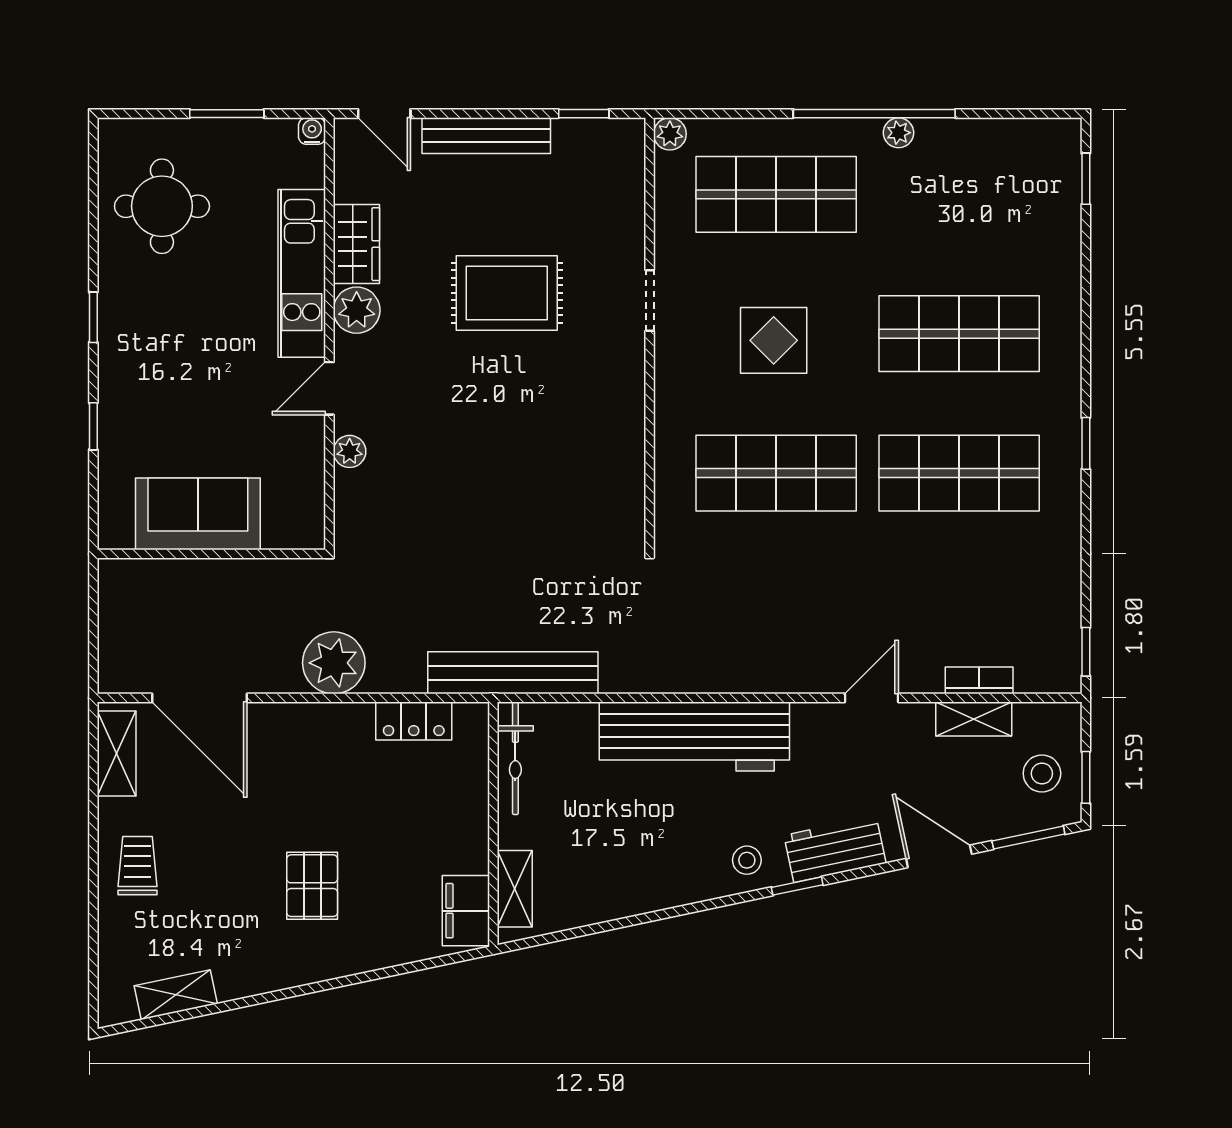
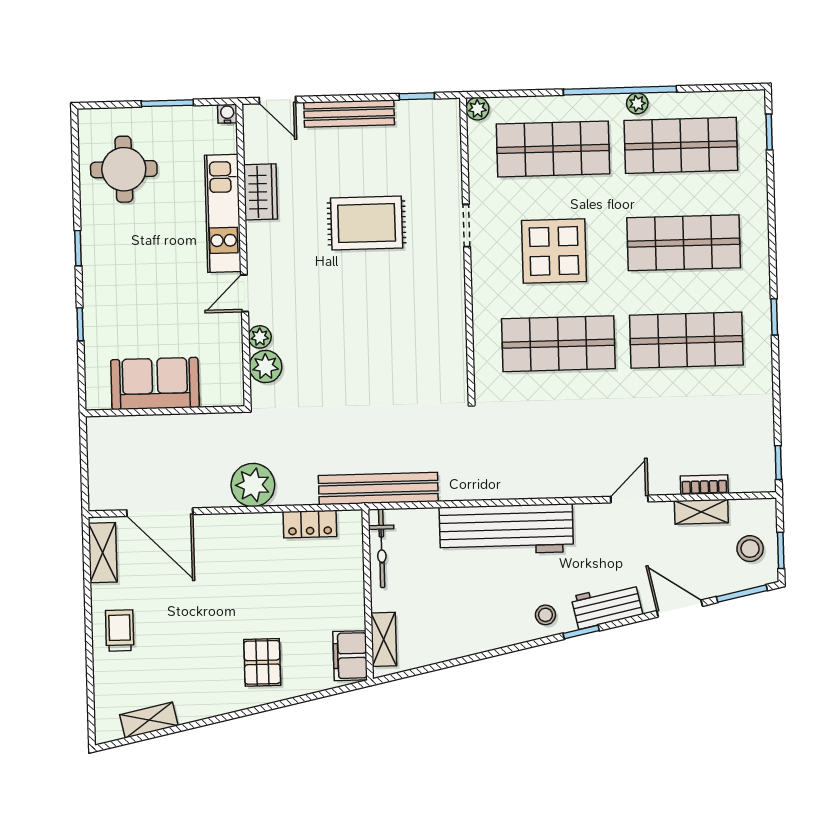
shop shelf: (959, 194) -> (681, 145), added
plant: (357, 310) -> (266, 367), moved
display table: (774, 340) -> (554, 251), width x1.36, depth x1.36
pallet: (312, 886) -> (262, 662), moved

